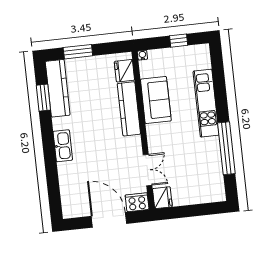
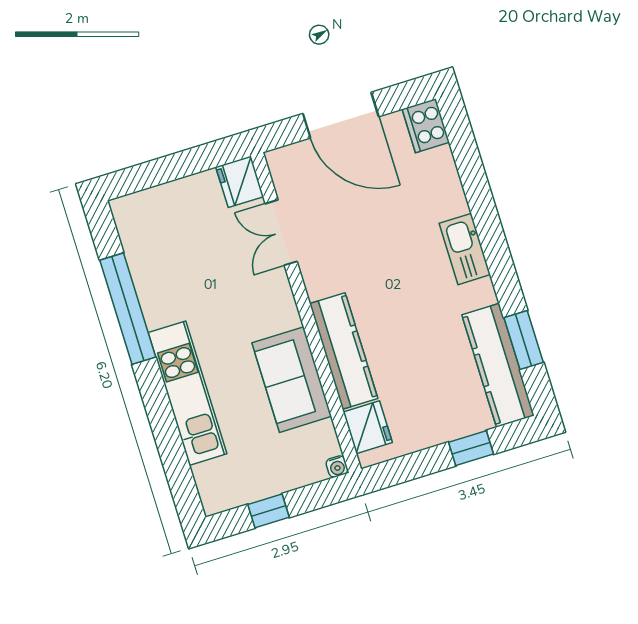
window: (78, 52) -> (471, 448), width x0.67
cooker: (137, 202) -> (426, 126), moved, turned 90

